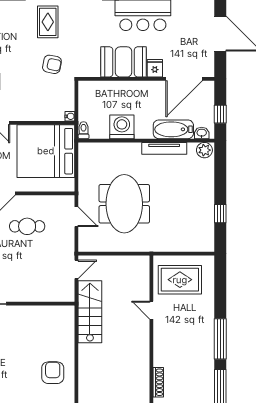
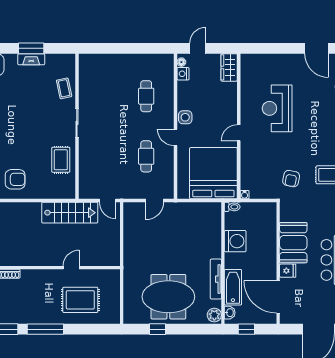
meeting table: (124, 204) -> (168, 297), moved
rug: (180, 280) -> (80, 300), moved, turned 90
rug: (31, 322) -> (61, 160), added

